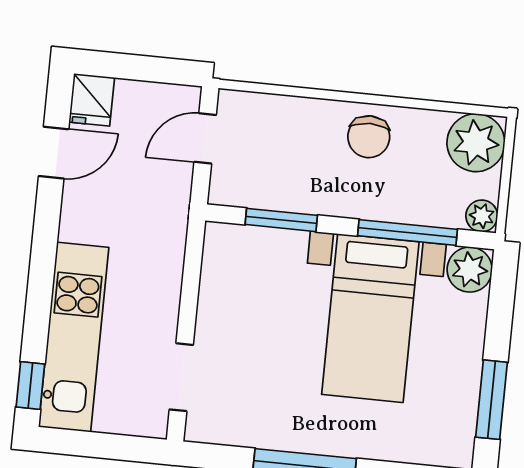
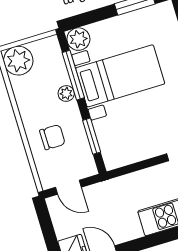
chair: (369, 137) -> (52, 137), moved
plant: (482, 216) -> (66, 93), moved

